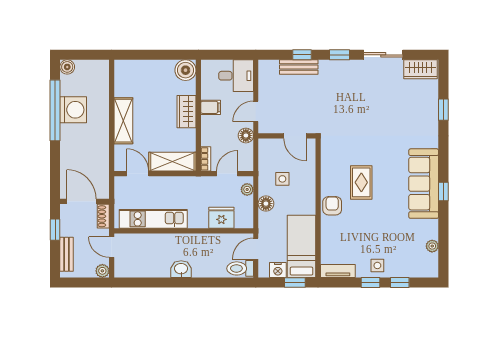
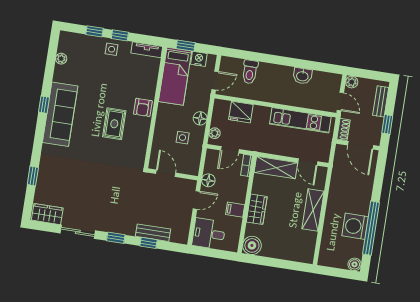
toilet: (240, 268) -> (250, 72), moved, turned 90
washbasin: (181, 269) -> (302, 76), moved

